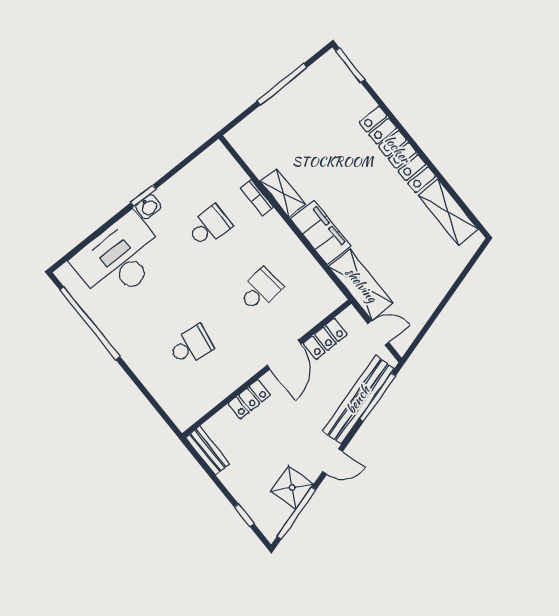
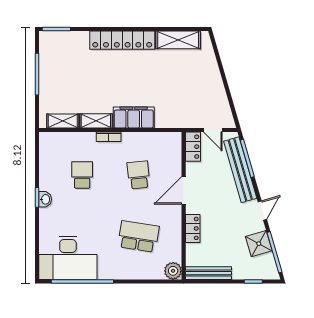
bookcase: (257, 198) -> (109, 137), moved
desk: (120, 259) -> (68, 258), moved, turned -90
shelving: (361, 285) -> (63, 121), moved, width x0.67, depth x0.75
door: (378, 333) -> (213, 130), swing flipped
locker: (325, 339) -> (193, 147), moved
school desk: (191, 346) -> (138, 236), width x1.85
door: (284, 355) -> (184, 190), swing flipped
plant: (184, 416) -> (173, 271), added
bench: (208, 451) -> (208, 273), width x1.36

